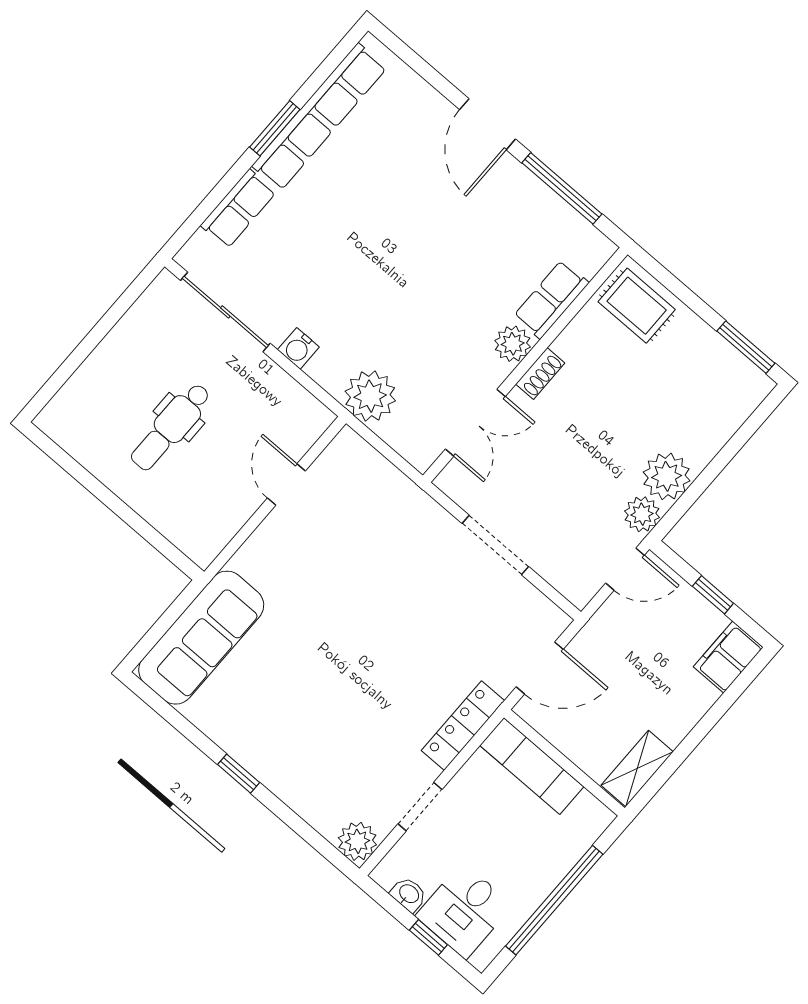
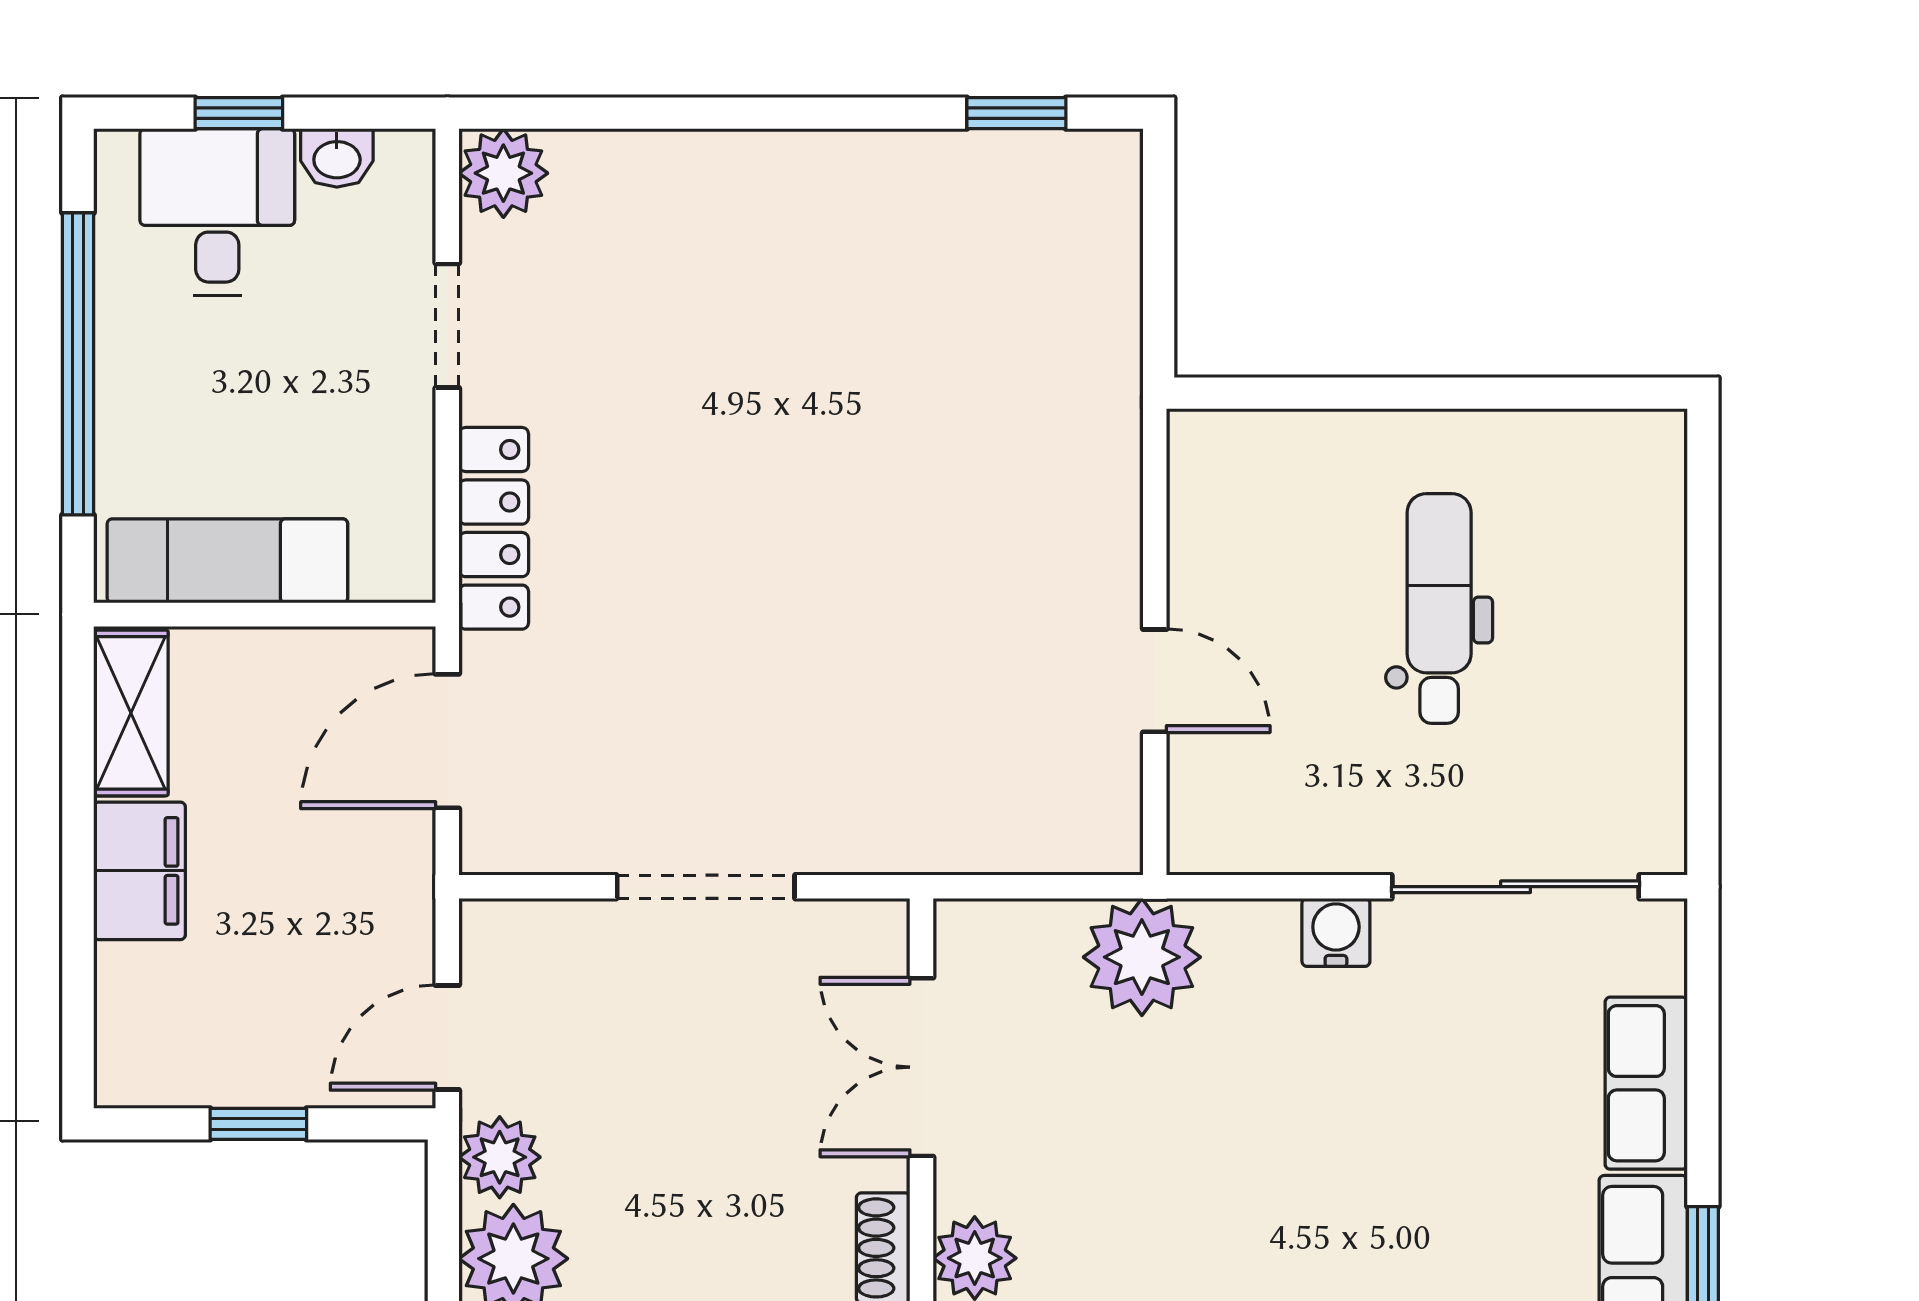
sofa: (201, 638) -> (1074, 291), removed
filing cabinet: (728, 657) -> (139, 871), moved
exam couch: (532, 766) -> (227, 561), moved
window: (239, 774) -> (1016, 113), moved

